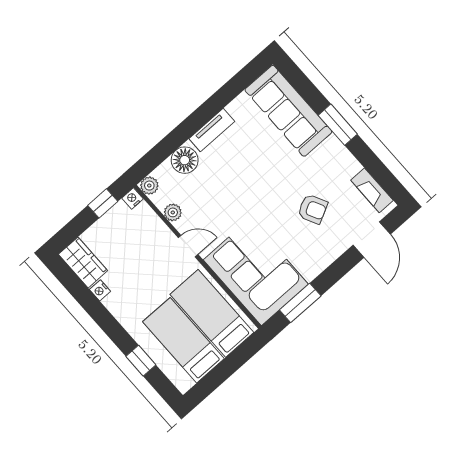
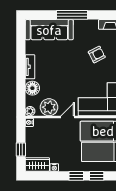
window: (338, 125) -> (72, 15), width x1.44
window: (103, 203) -> (21, 149), moved
plant: (173, 212) -> (49, 107), width x1.87, depth x1.87
window: (115, 332) -> (76, 176), added

